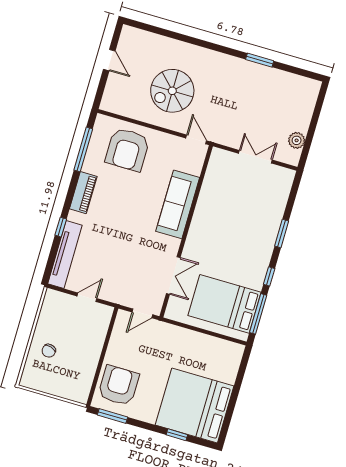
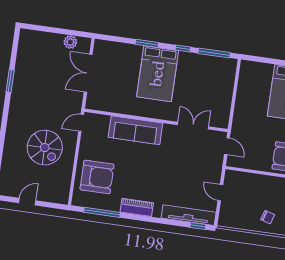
double door: (255, 157) -> (88, 73), width x1.37
window: (61, 227) -> (198, 226), moved
bed: (225, 304) -> (158, 74), moved

